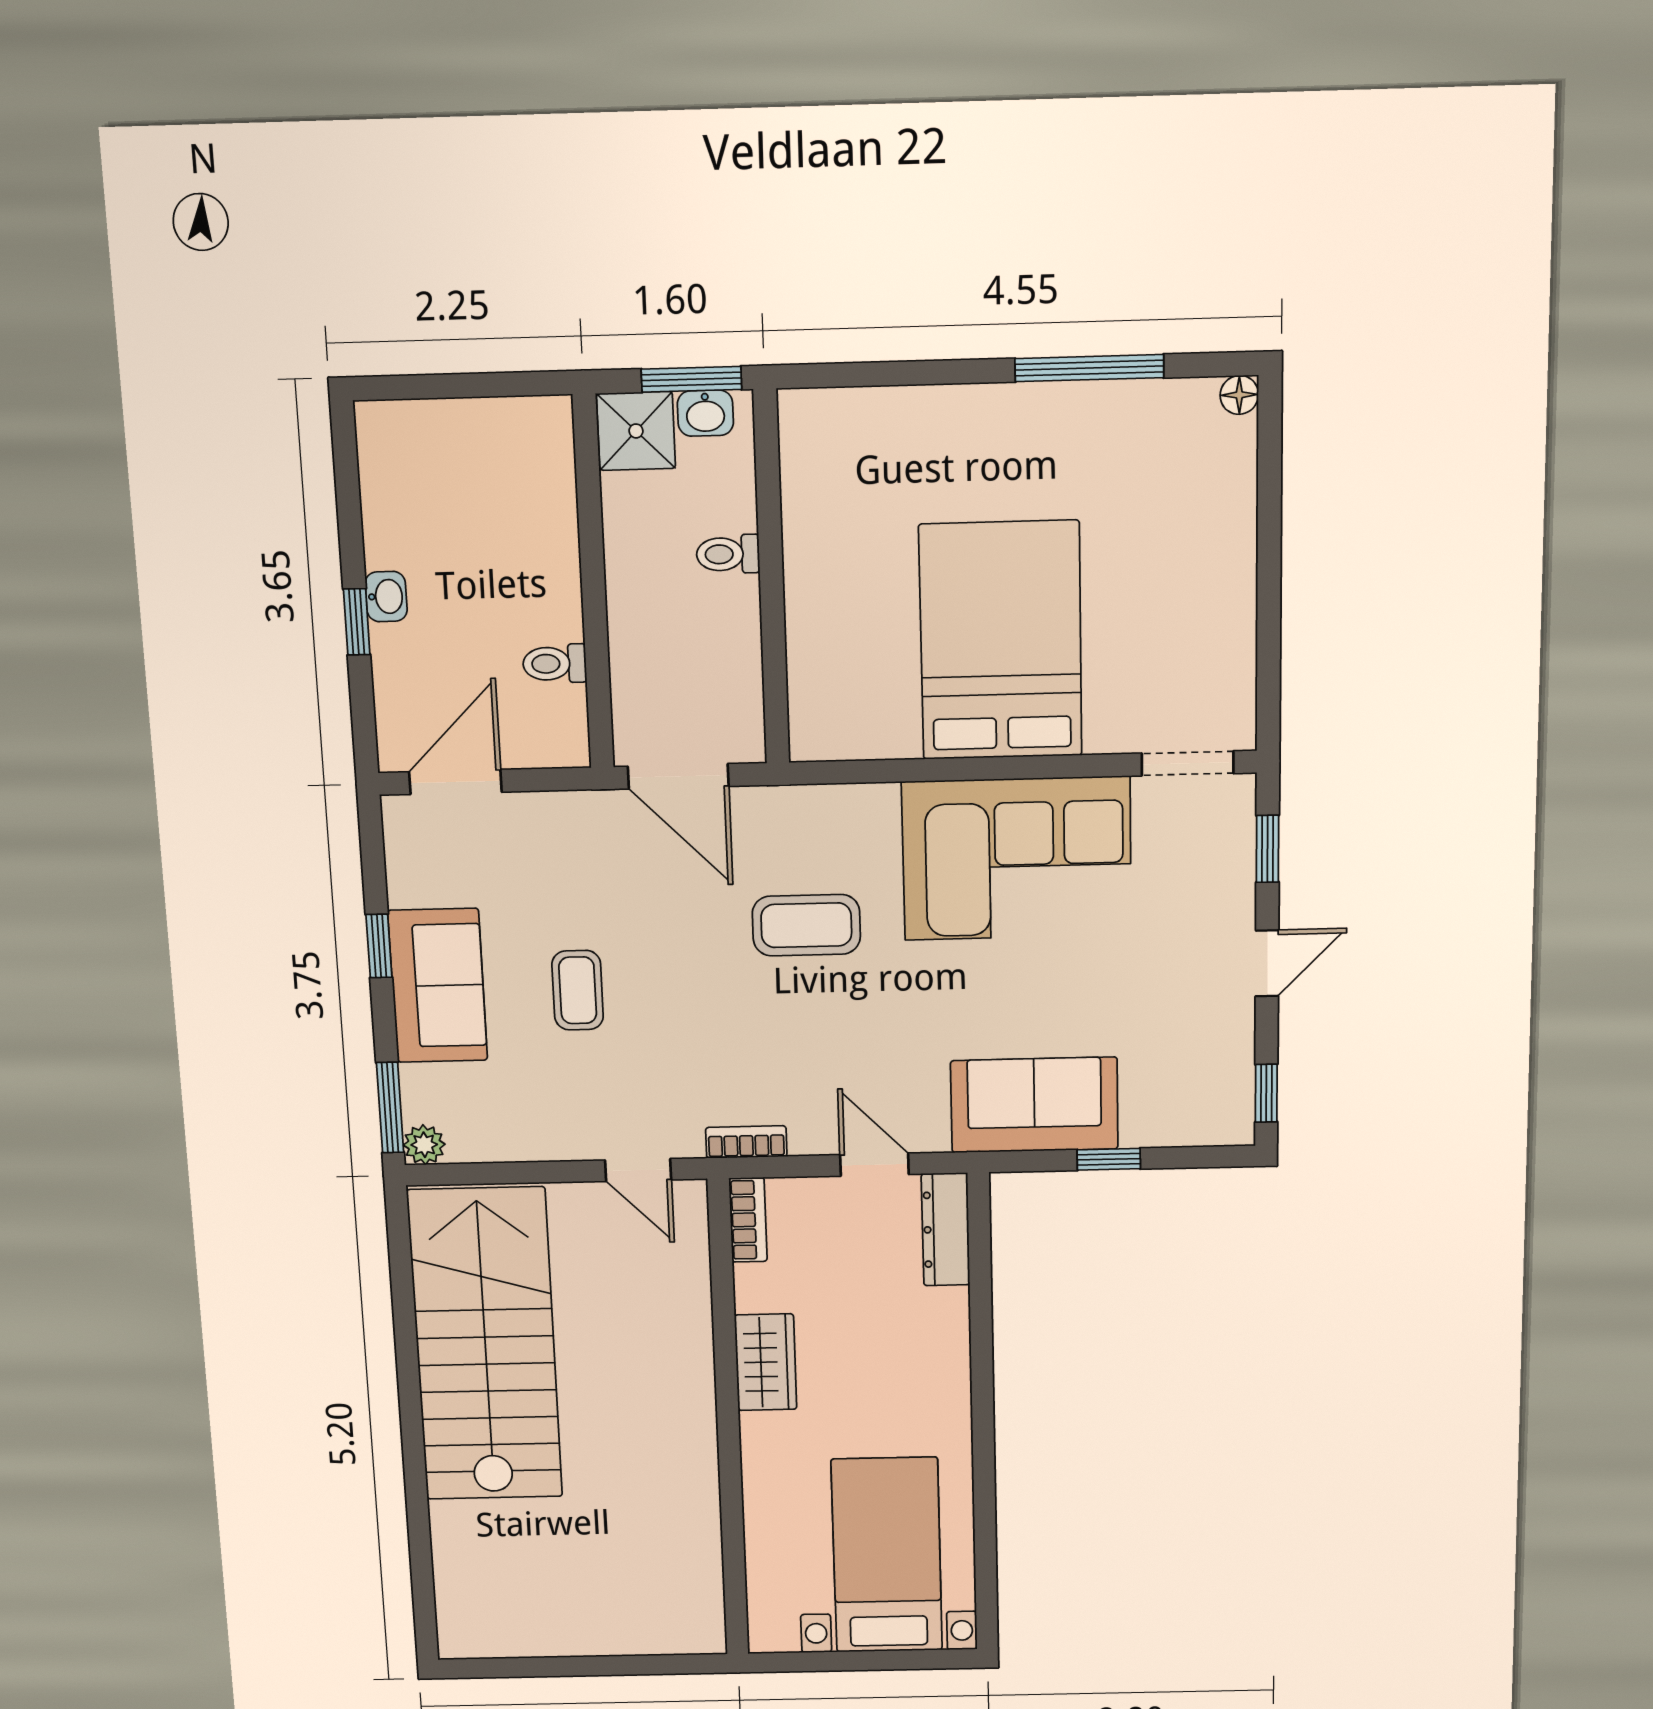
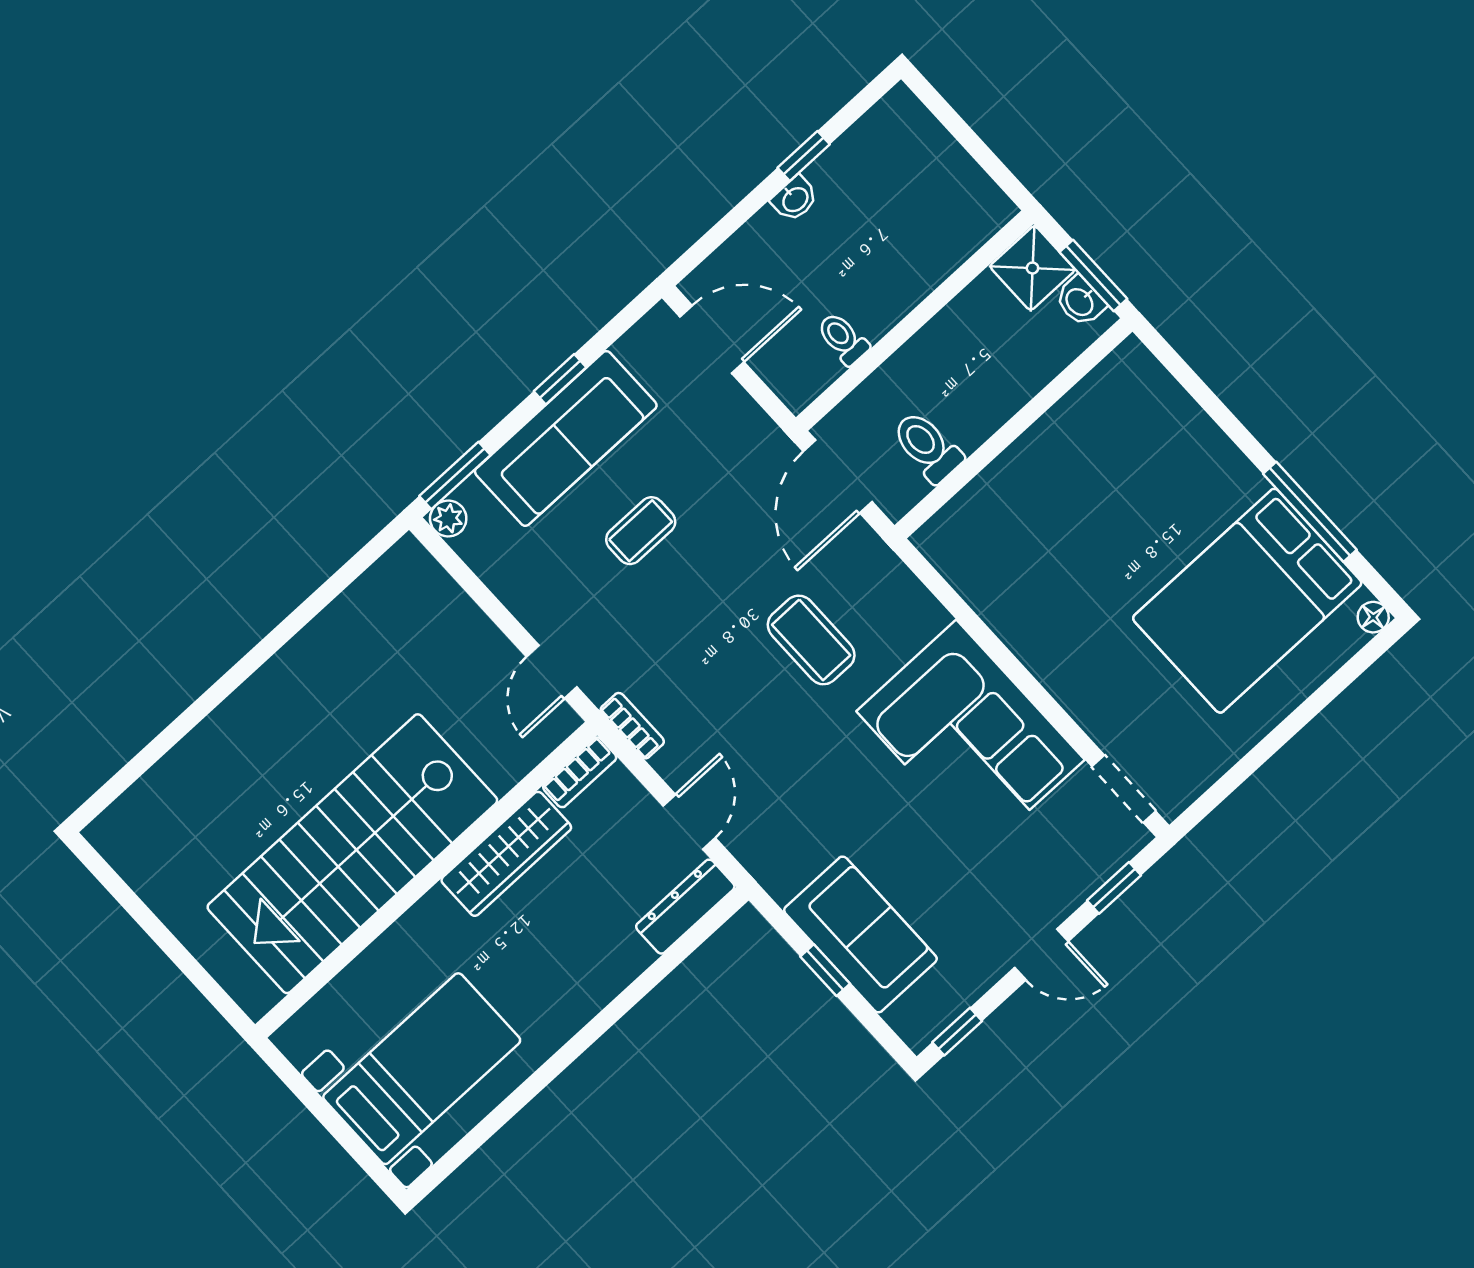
toilet: (728, 554) -> (927, 447), moved, width x1.37, depth x1.39
window: (357, 622) -> (804, 156), moved
bed: (1001, 641) -> (1247, 601), moved, turned 180
sofa: (438, 986) -> (566, 438), width x1.36
sofa: (1034, 1105) -> (860, 934), moved
stairs: (485, 1345) -> (352, 854), moved, turned 180
wardrobe: (766, 1362) -> (506, 854), width x1.50

